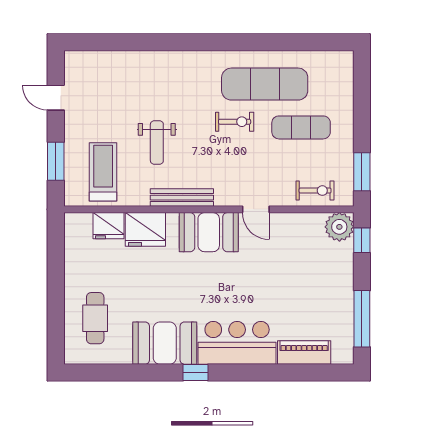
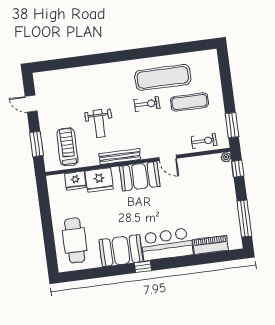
plant: (339, 227) -> (226, 157), width x0.53, depth x0.53
cafe table: (95, 318) -> (75, 240), width x1.37, depth x1.35

